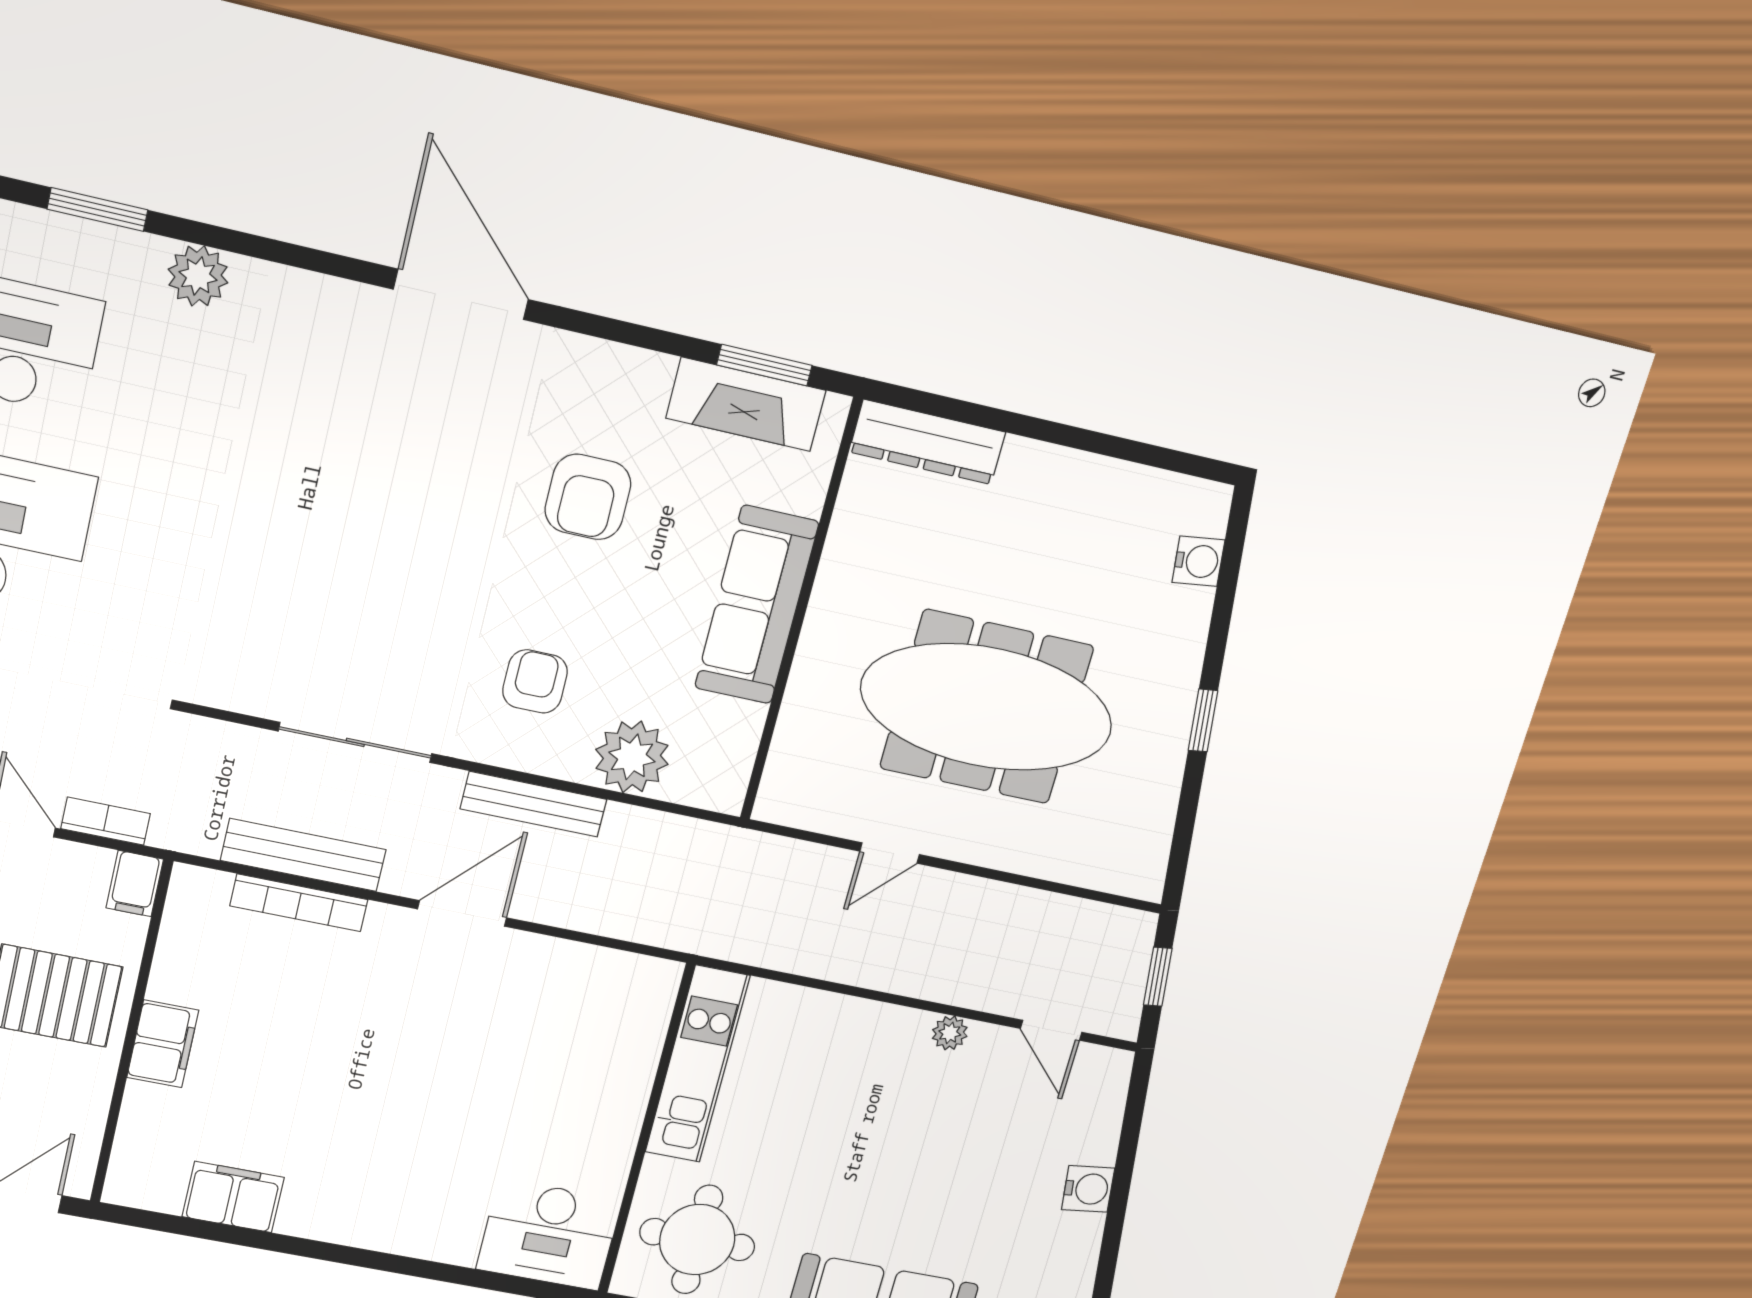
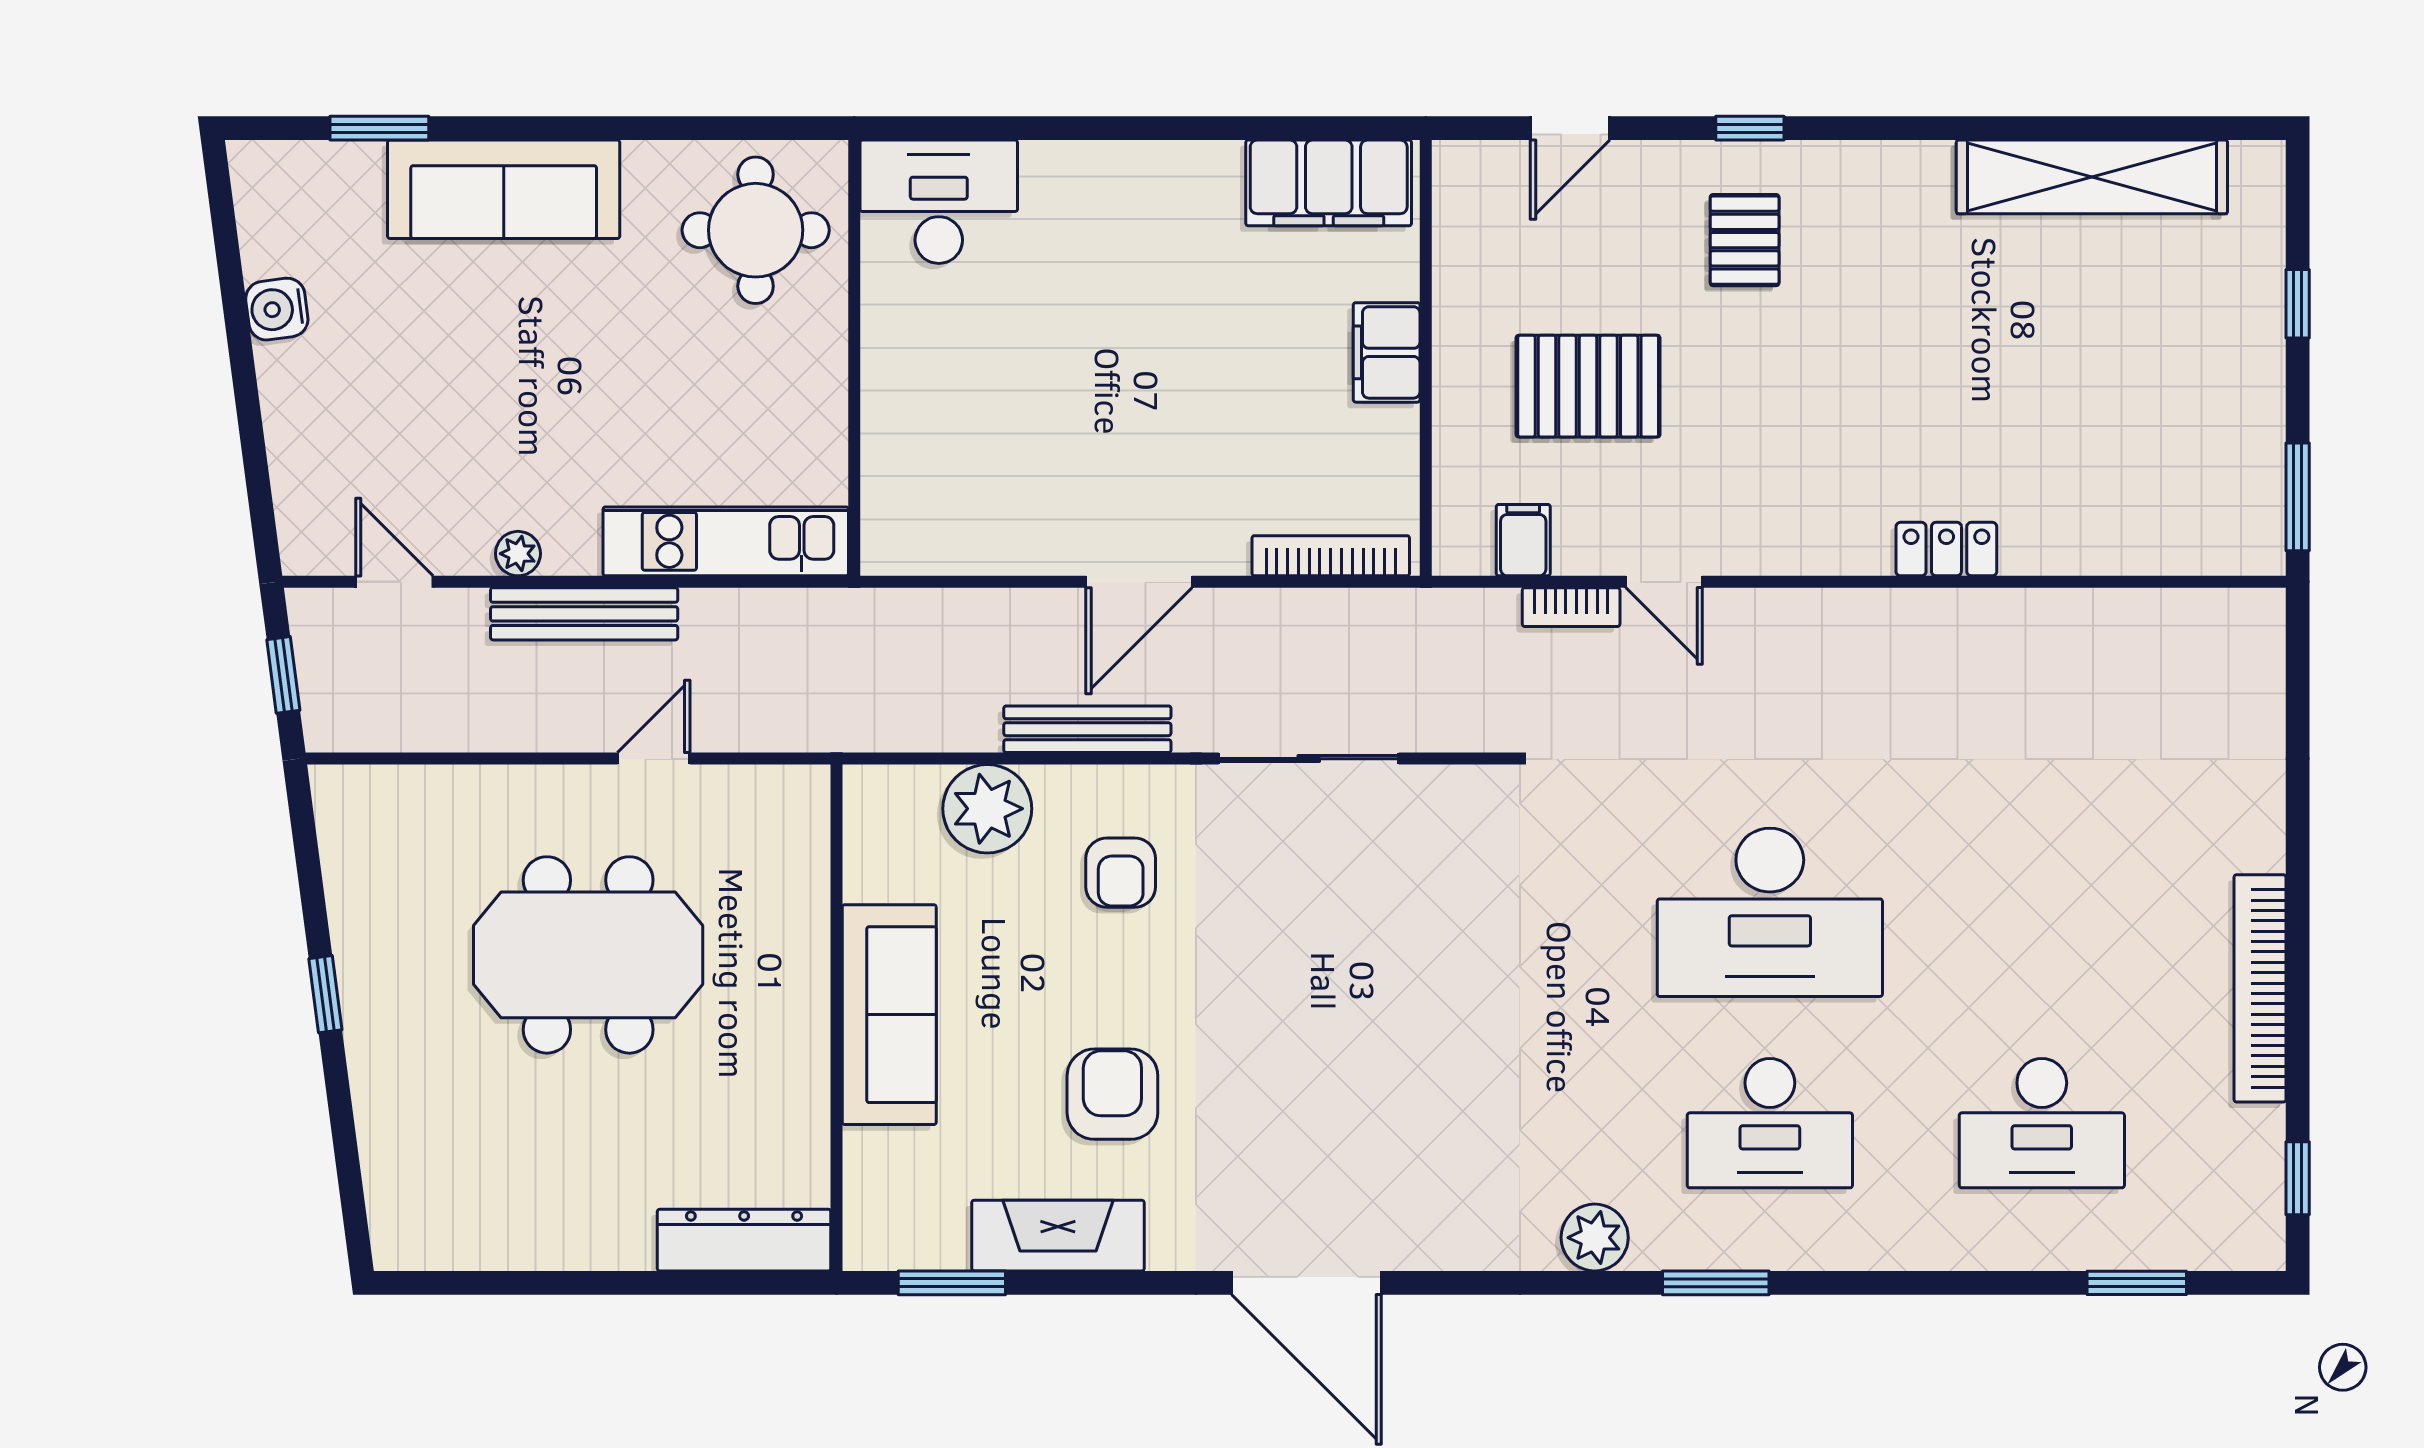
fireplace: (746, 404) -> (1058, 1236), moved
water cooler: (1198, 561) -> (389, 1176), removed
meeting table: (987, 707) -> (588, 955), width x0.73
bench: (303, 855) -> (584, 614), moved
wall: (131, 1033) -> (1426, 358), moved
filing cabinet: (163, 1044) -> (1387, 352), moved
kitchen unit: (697, 1064) -> (726, 541), moved, turned 90
water cooler: (1088, 1189) -> (277, 309), moved
filing cabinet: (233, 1197) -> (1329, 183), width x1.50, depth x1.17

